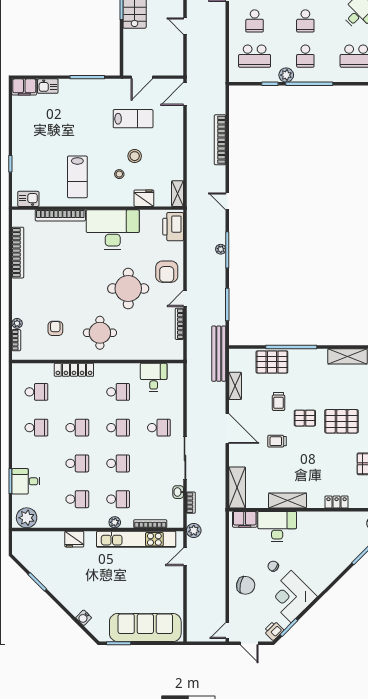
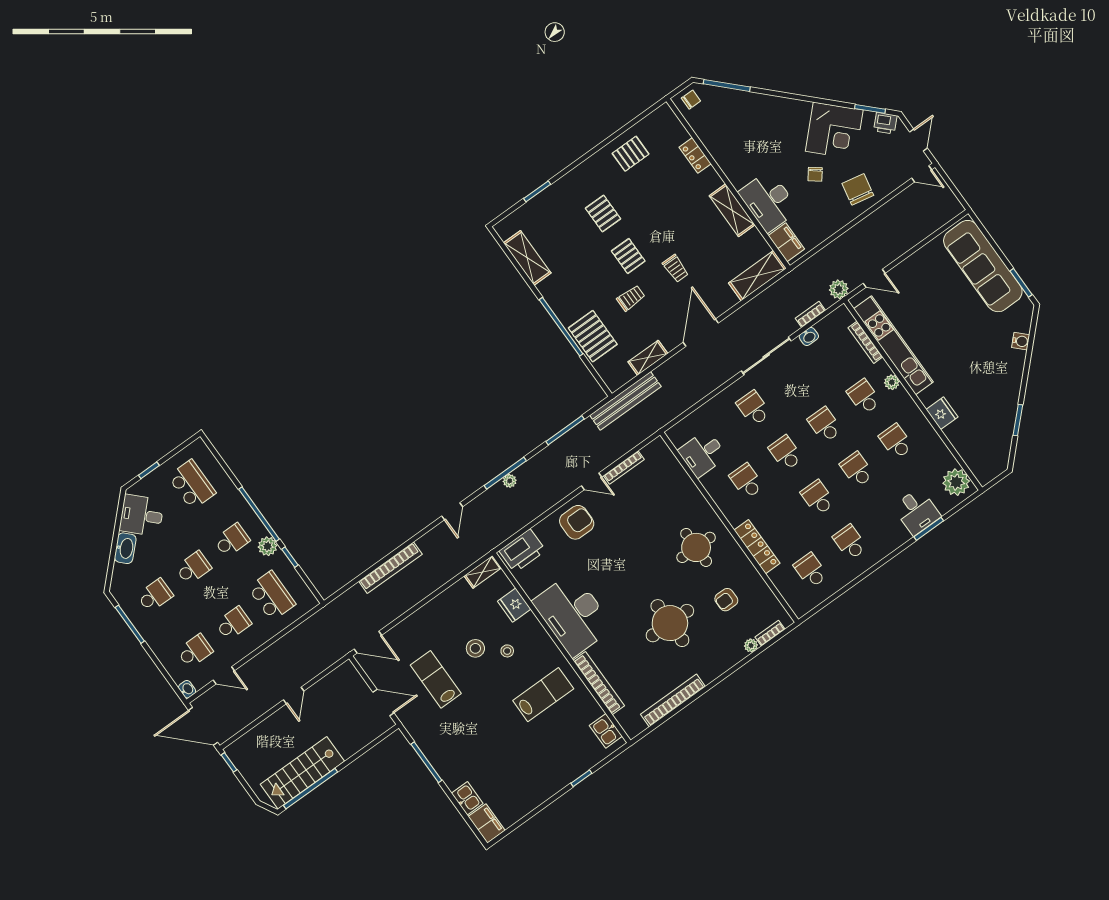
round table: (128, 289) -> (670, 623), moved
pallet: (342, 421) -> (603, 213), width x0.67, depth x0.71

